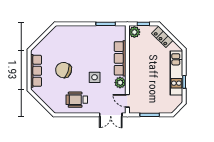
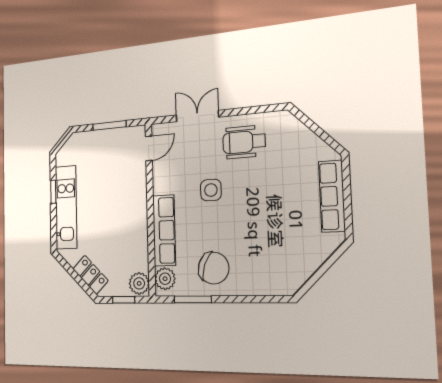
chair: (64, 70) -> (214, 268), moved
plant: (120, 83) -> (165, 279), moved
wheelchair: (77, 100) -> (244, 142), turned 180
door: (127, 101) -> (149, 148), hinge flipped
double door: (111, 115) -> (197, 116), moved

